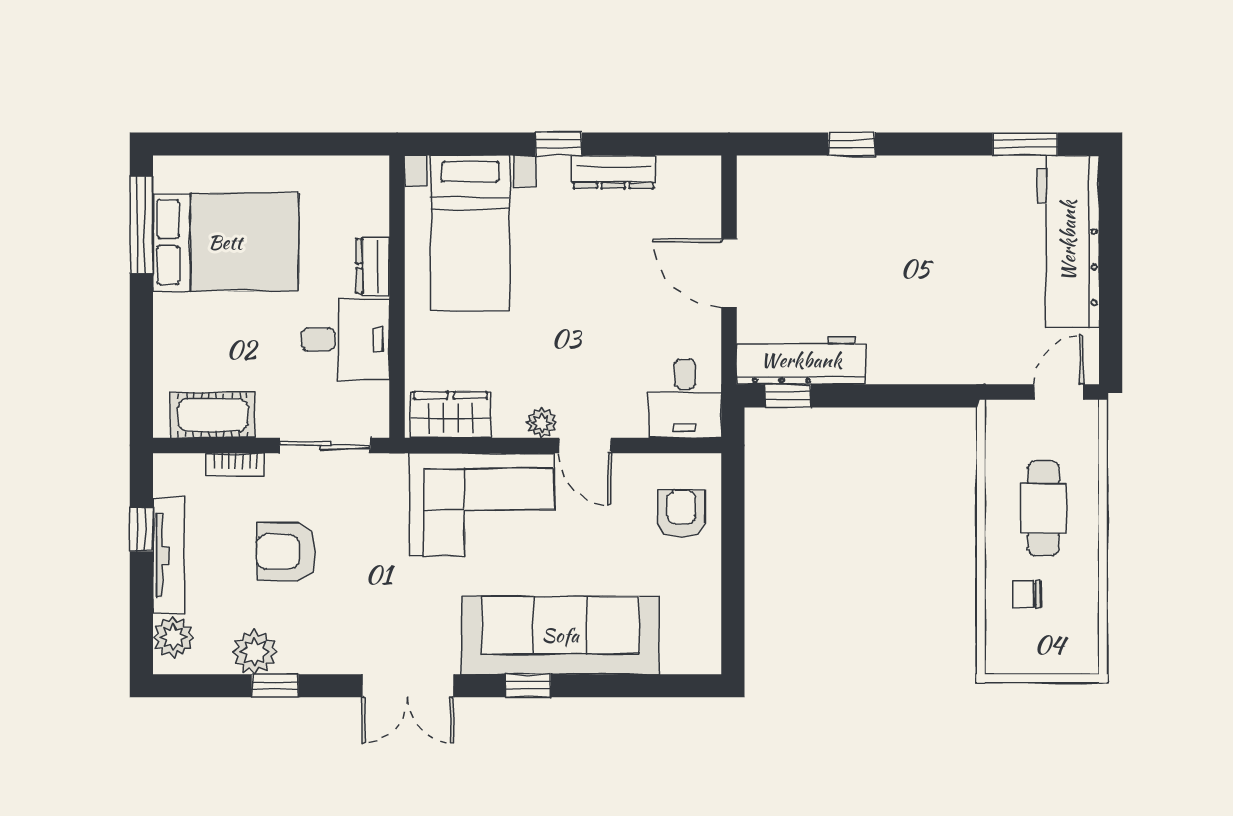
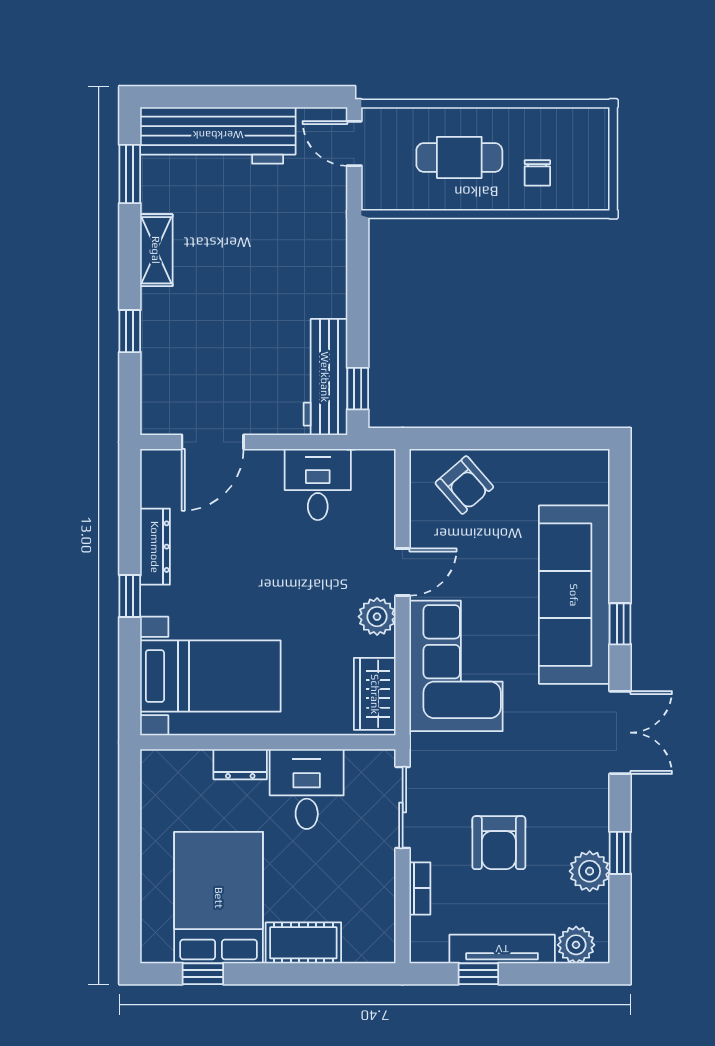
shelving: (941, 173) -> (156, 250), added
window: (141, 225) -> (203, 974), width x0.46
door: (729, 273) -> (213, 442), moved
desk: (685, 398) -> (318, 484), moved, turned -90
cot: (213, 415) -> (303, 943), moved, turned 90
plant: (542, 423) -> (377, 617), width x1.38, depth x1.38
armchair: (681, 514) -> (464, 485), turned -131

